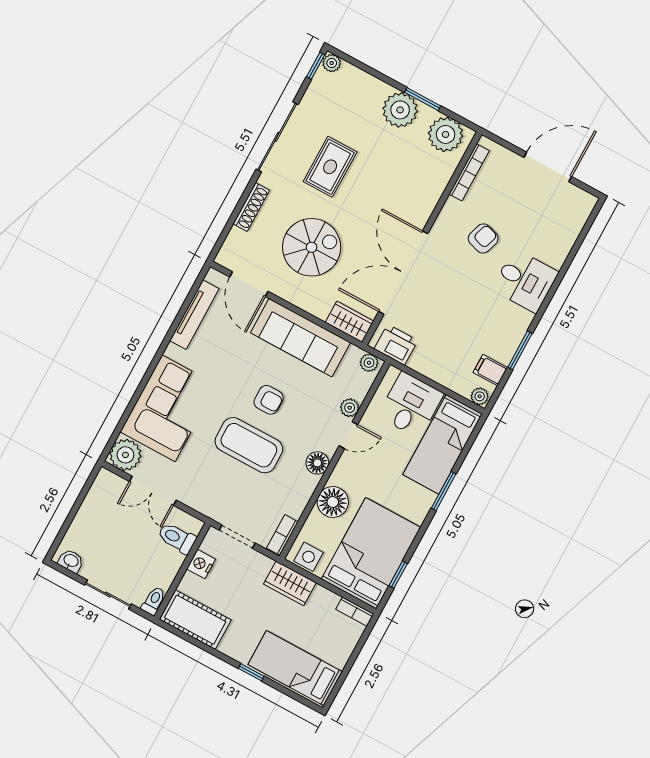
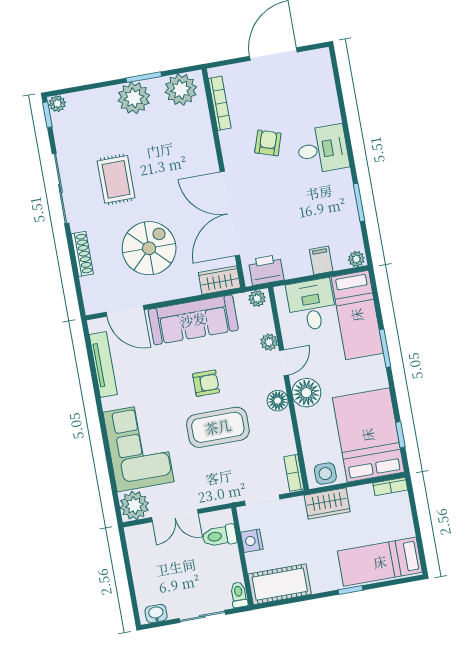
filing cabinet: (490, 370) -> (321, 260), moved, turned 90
floor lamp: (333, 502) -> (306, 393), moved

